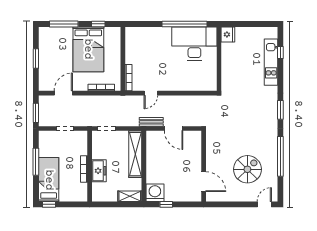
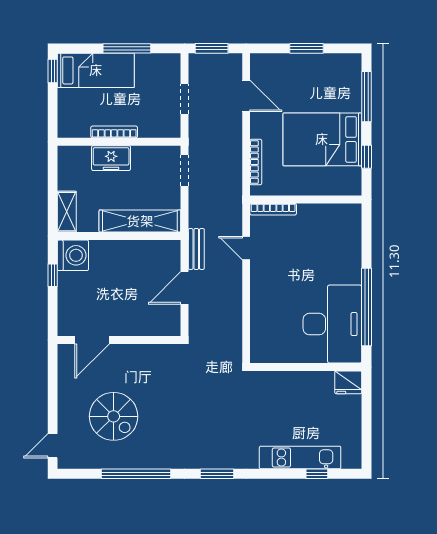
door: (264, 204) -> (53, 446), swing flipped

